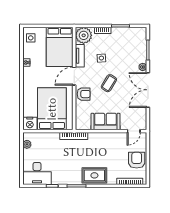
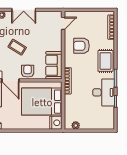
double door: (148, 90) -> (24, 10), width x0.73
sofa: (105, 122) -> (54, 65), moved
door: (134, 131) -> (63, 23), hinge flipped
armchair: (137, 160) -> (81, 46), moved
desk: (37, 173) -> (104, 92), moved

